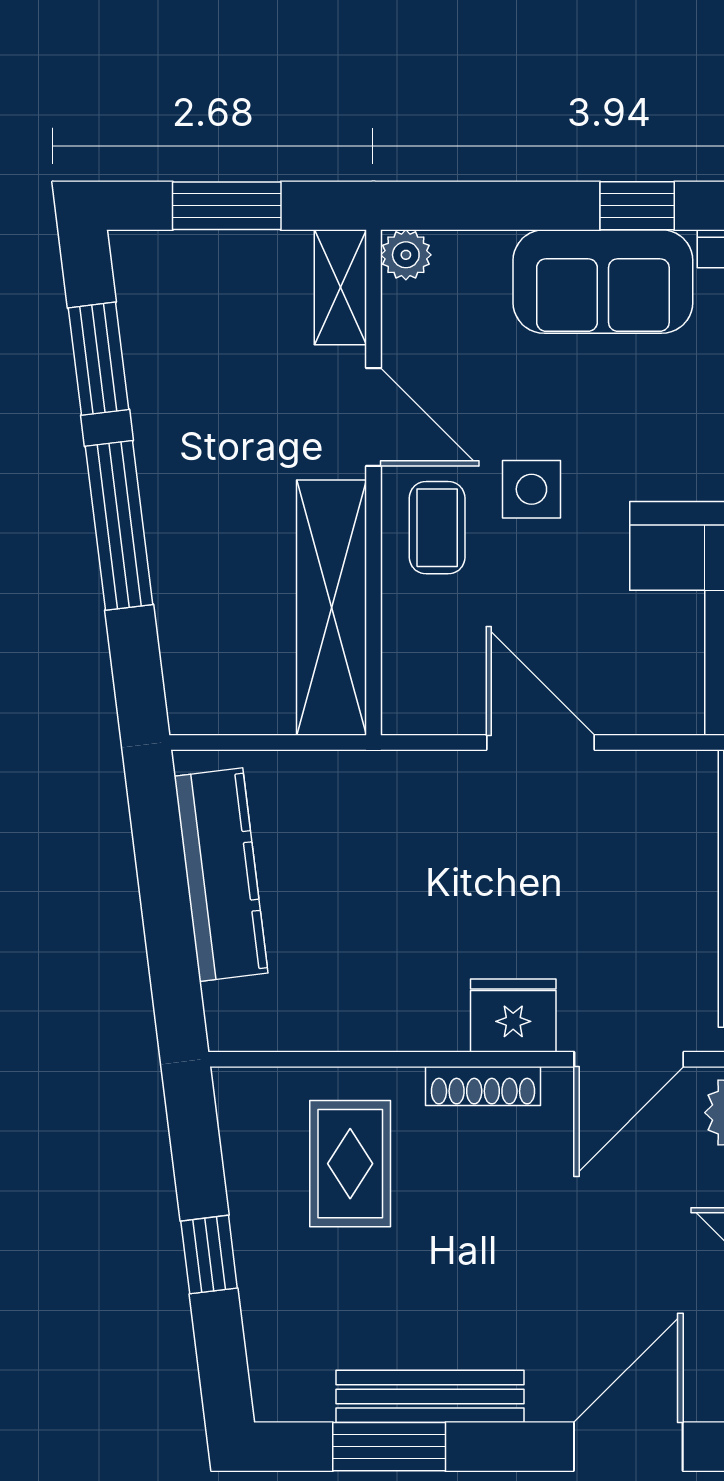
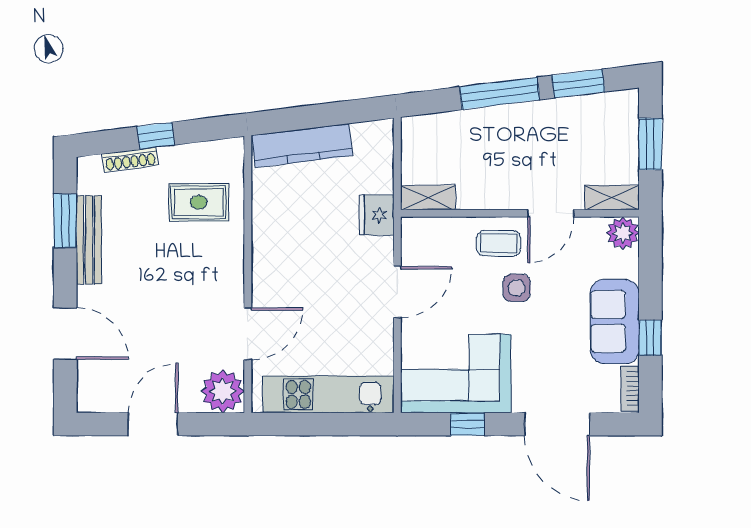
plant: (406, 255) -> (623, 233), width x1.38, depth x1.38
shelving: (331, 608) -> (428, 198), width x0.45, depth x0.75
kitchen counter: (221, 875) -> (302, 145), moved
fridge: (513, 1015) -> (377, 215), moved, turned 180
door: (629, 1059) -> (248, 334), swing flipped
shoe rack: (483, 1086) -> (130, 160), moved, turned -97

